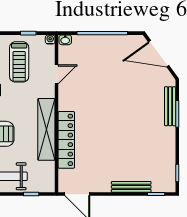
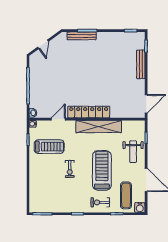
door: (159, 54) -> (43, 44), width x0.53
door: (57, 74) -> (58, 119), hinge flipped
locker: (66, 140) -> (89, 112), moved

